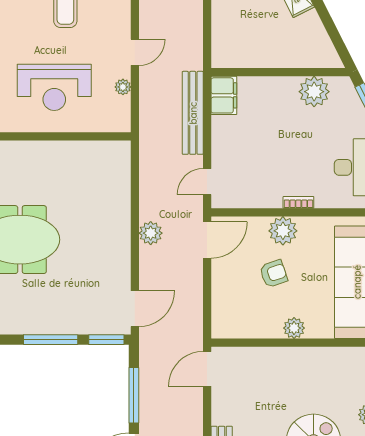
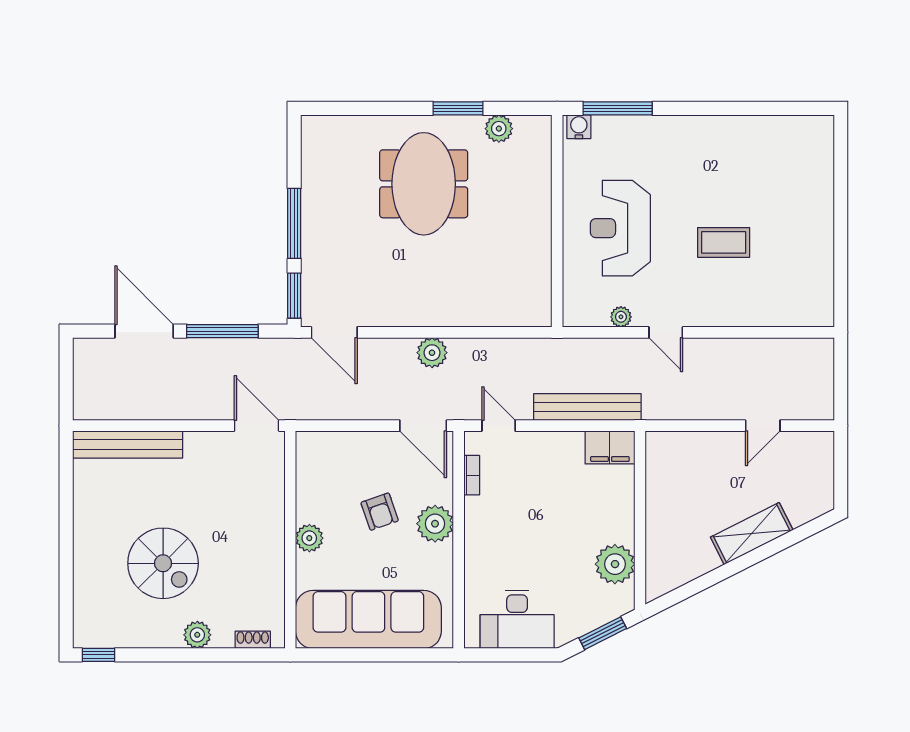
bookcase: (298, 202) -> (472, 475), moved

